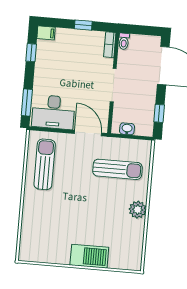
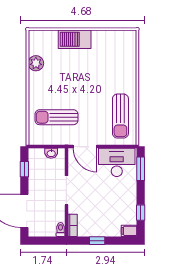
plant: (138, 210) -> (36, 63), moved

